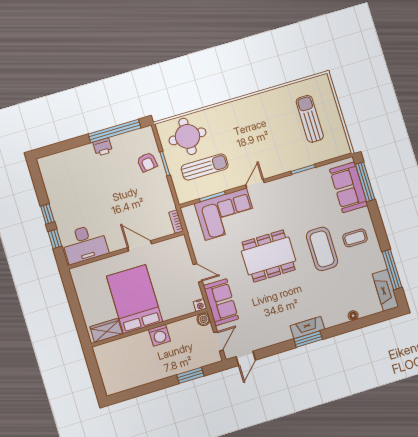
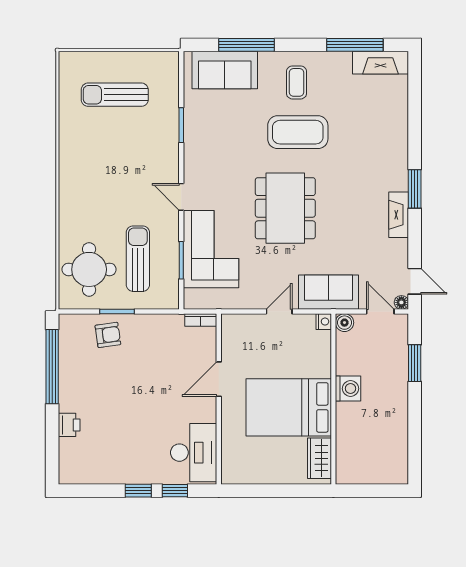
printer: (103, 147) -> (69, 425), moved
window: (365, 182) -> (247, 45), moved
floor lamp: (353, 316) -> (401, 302), moved
fireplace: (307, 328) -> (399, 215), moved

